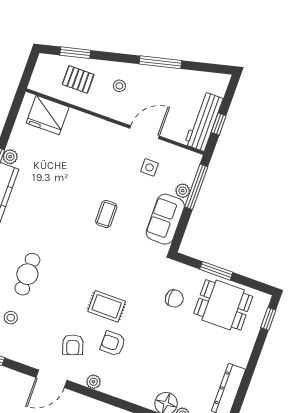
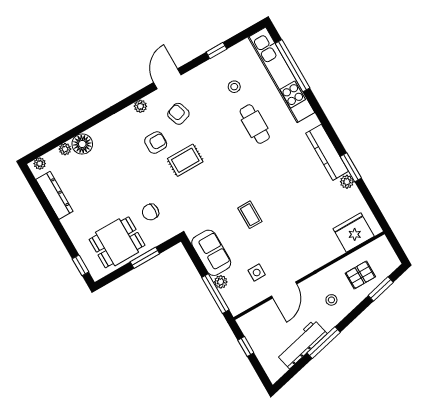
workbench: (204, 121) -> (302, 344), moved, turned -103

